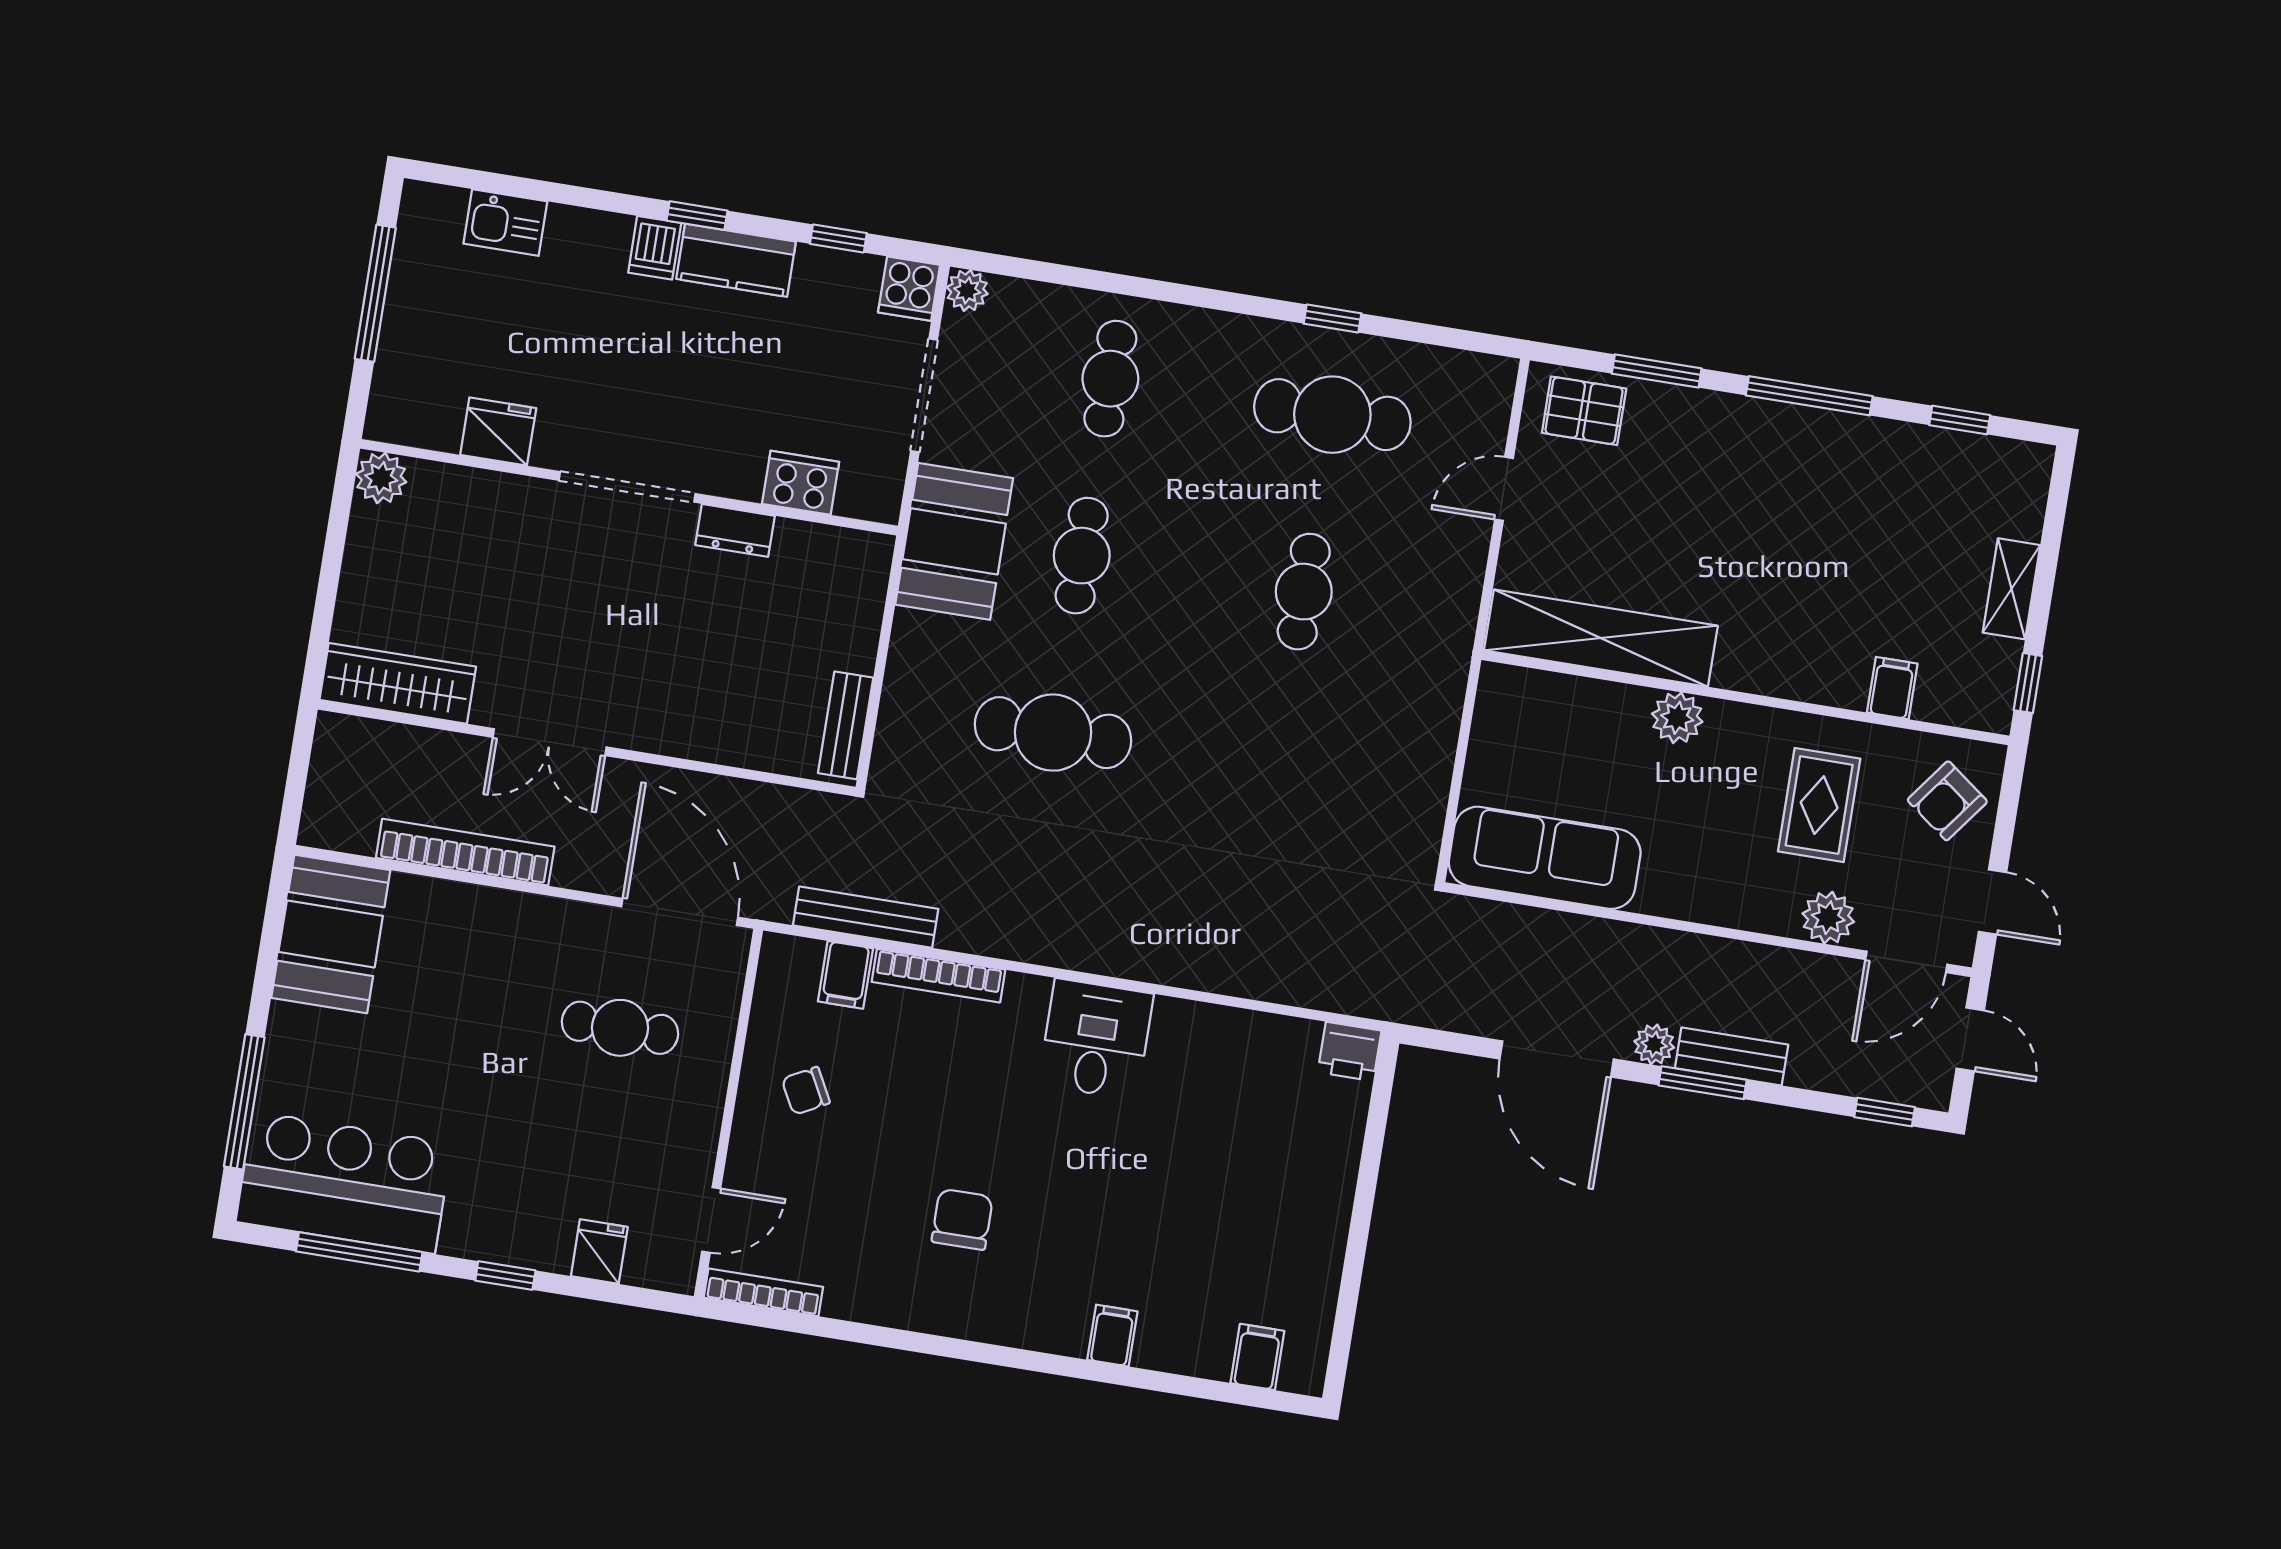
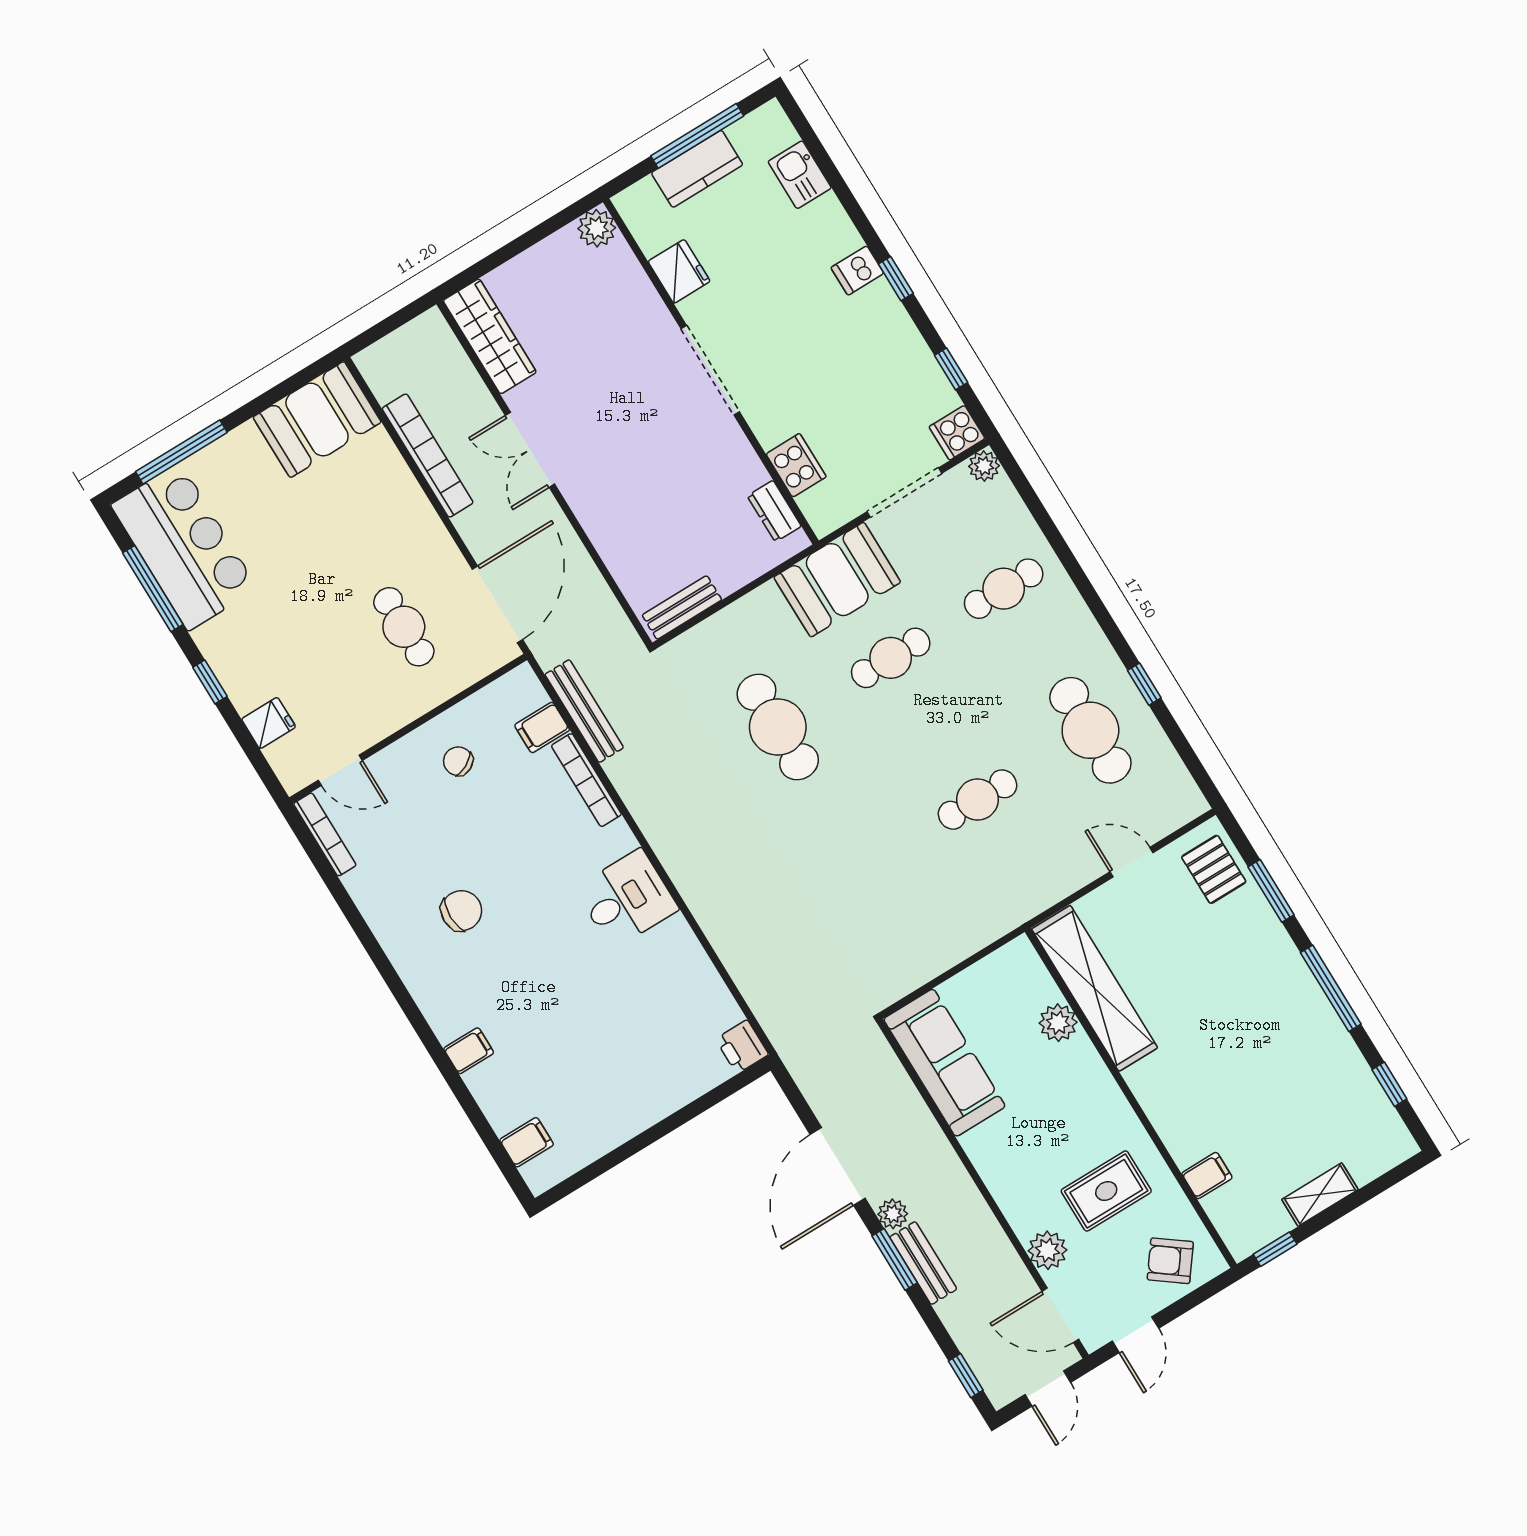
kitchen counter: (736, 260) -> (697, 169), moved, turned -90
dresser: (735, 530) -> (774, 511), moved
plant: (1677, 718) -> (1058, 1023), moved

